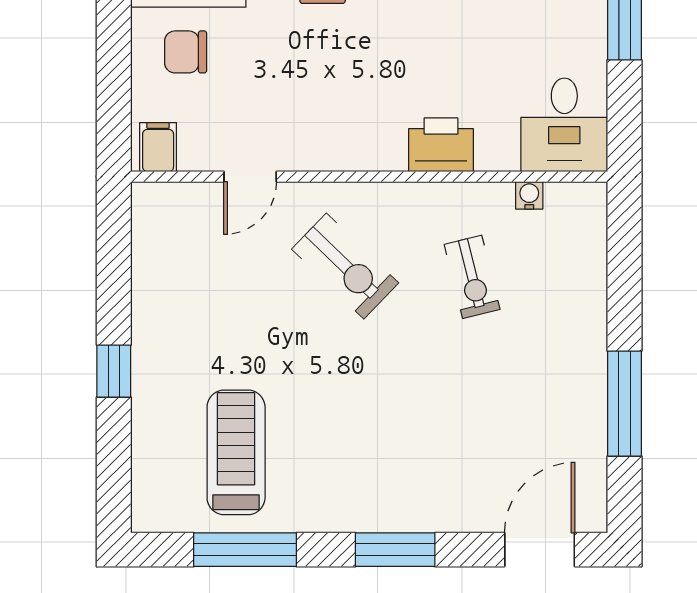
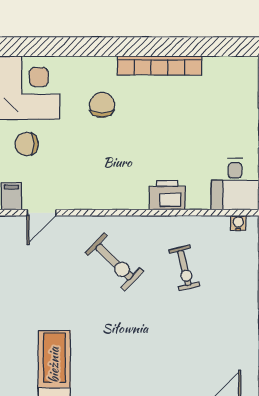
door: (250, 177) -> (42, 213), moved
water cooler: (529, 195) -> (238, 223), moved

